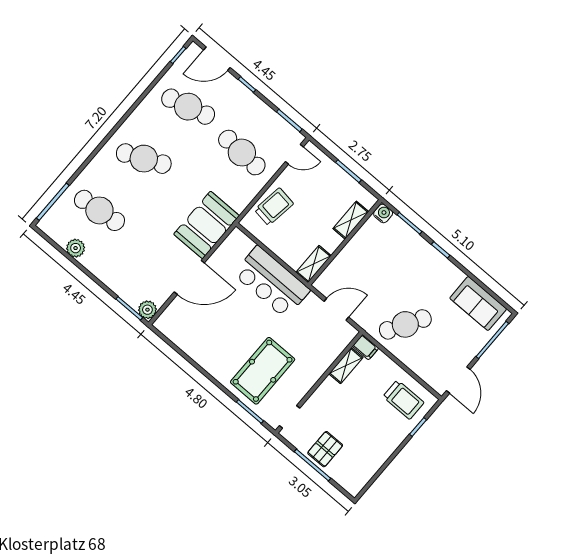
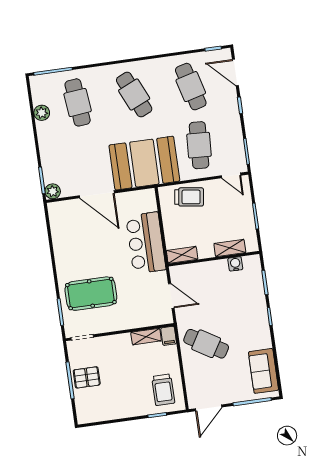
water cooler: (383, 213) -> (235, 264), moved, turned -90
booth: (207, 225) -> (144, 163), width x1.36, depth x1.42

